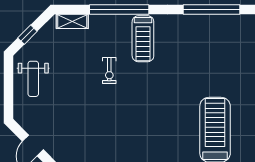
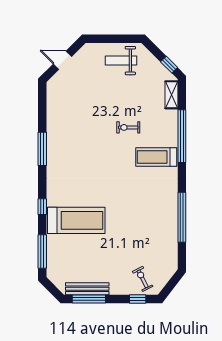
window: (27, 35) -> (169, 65), moved

